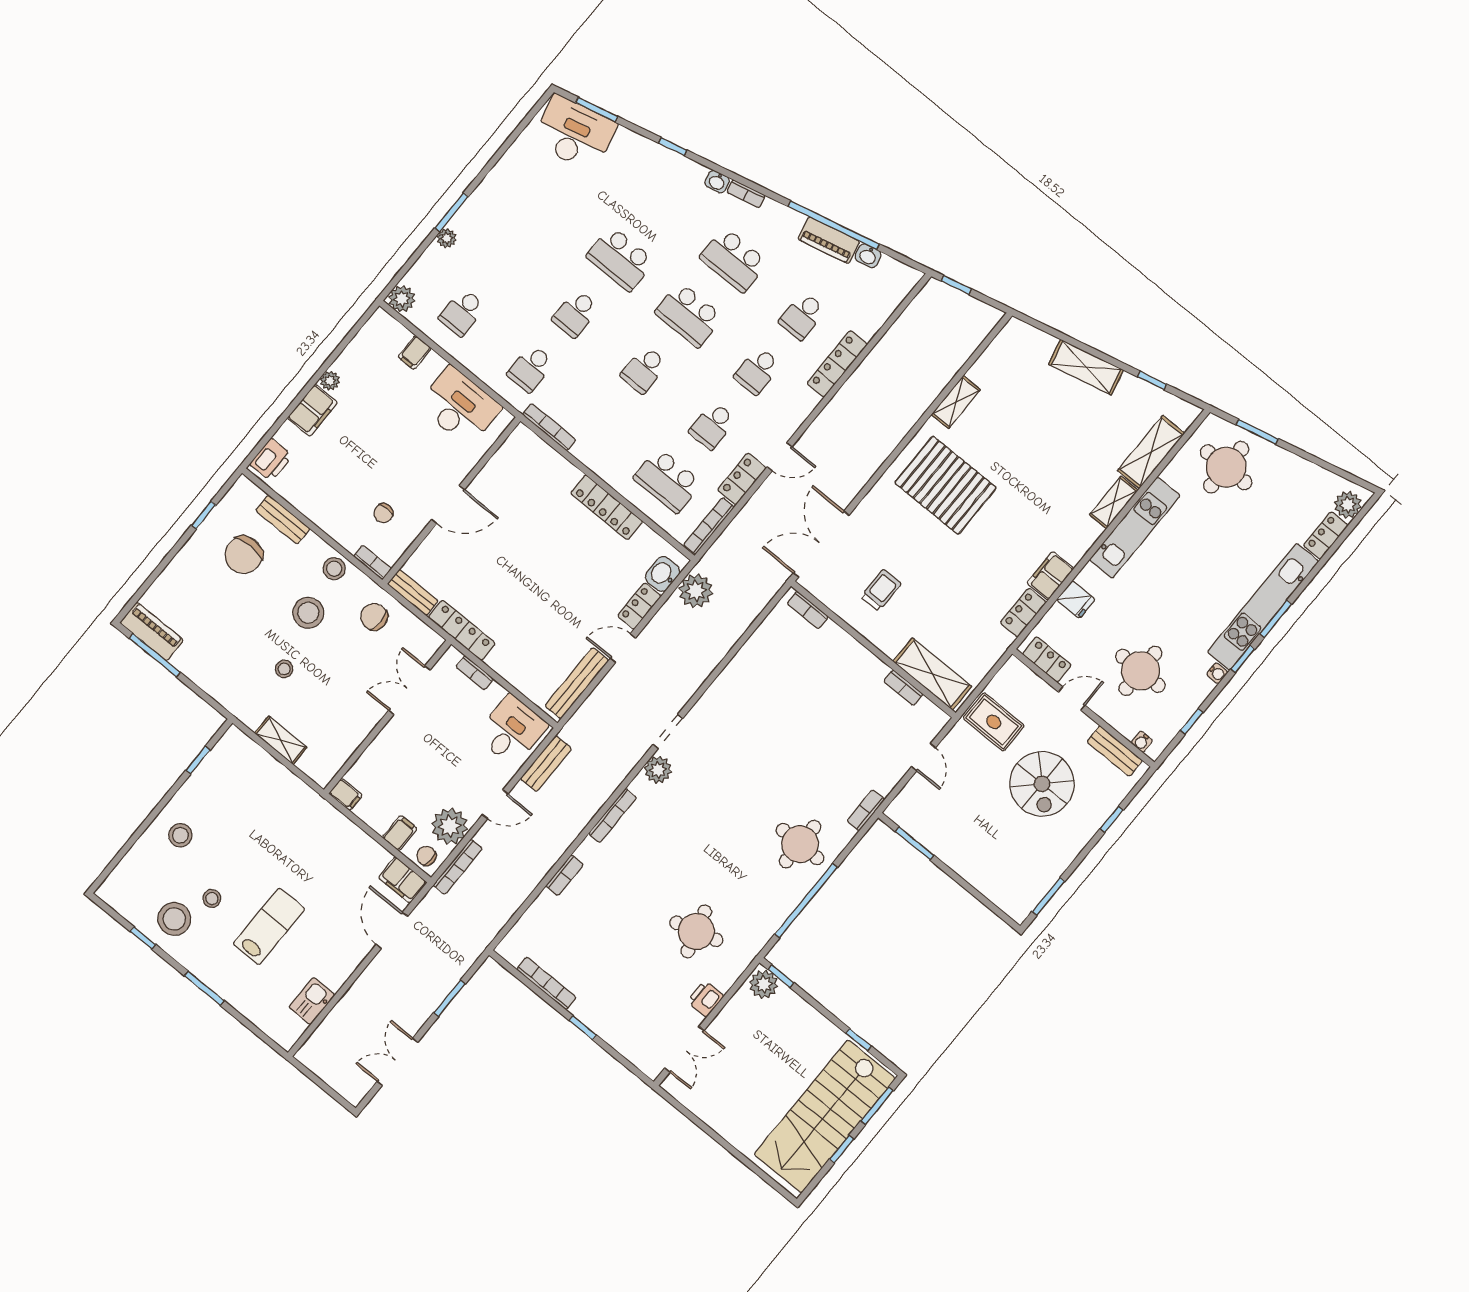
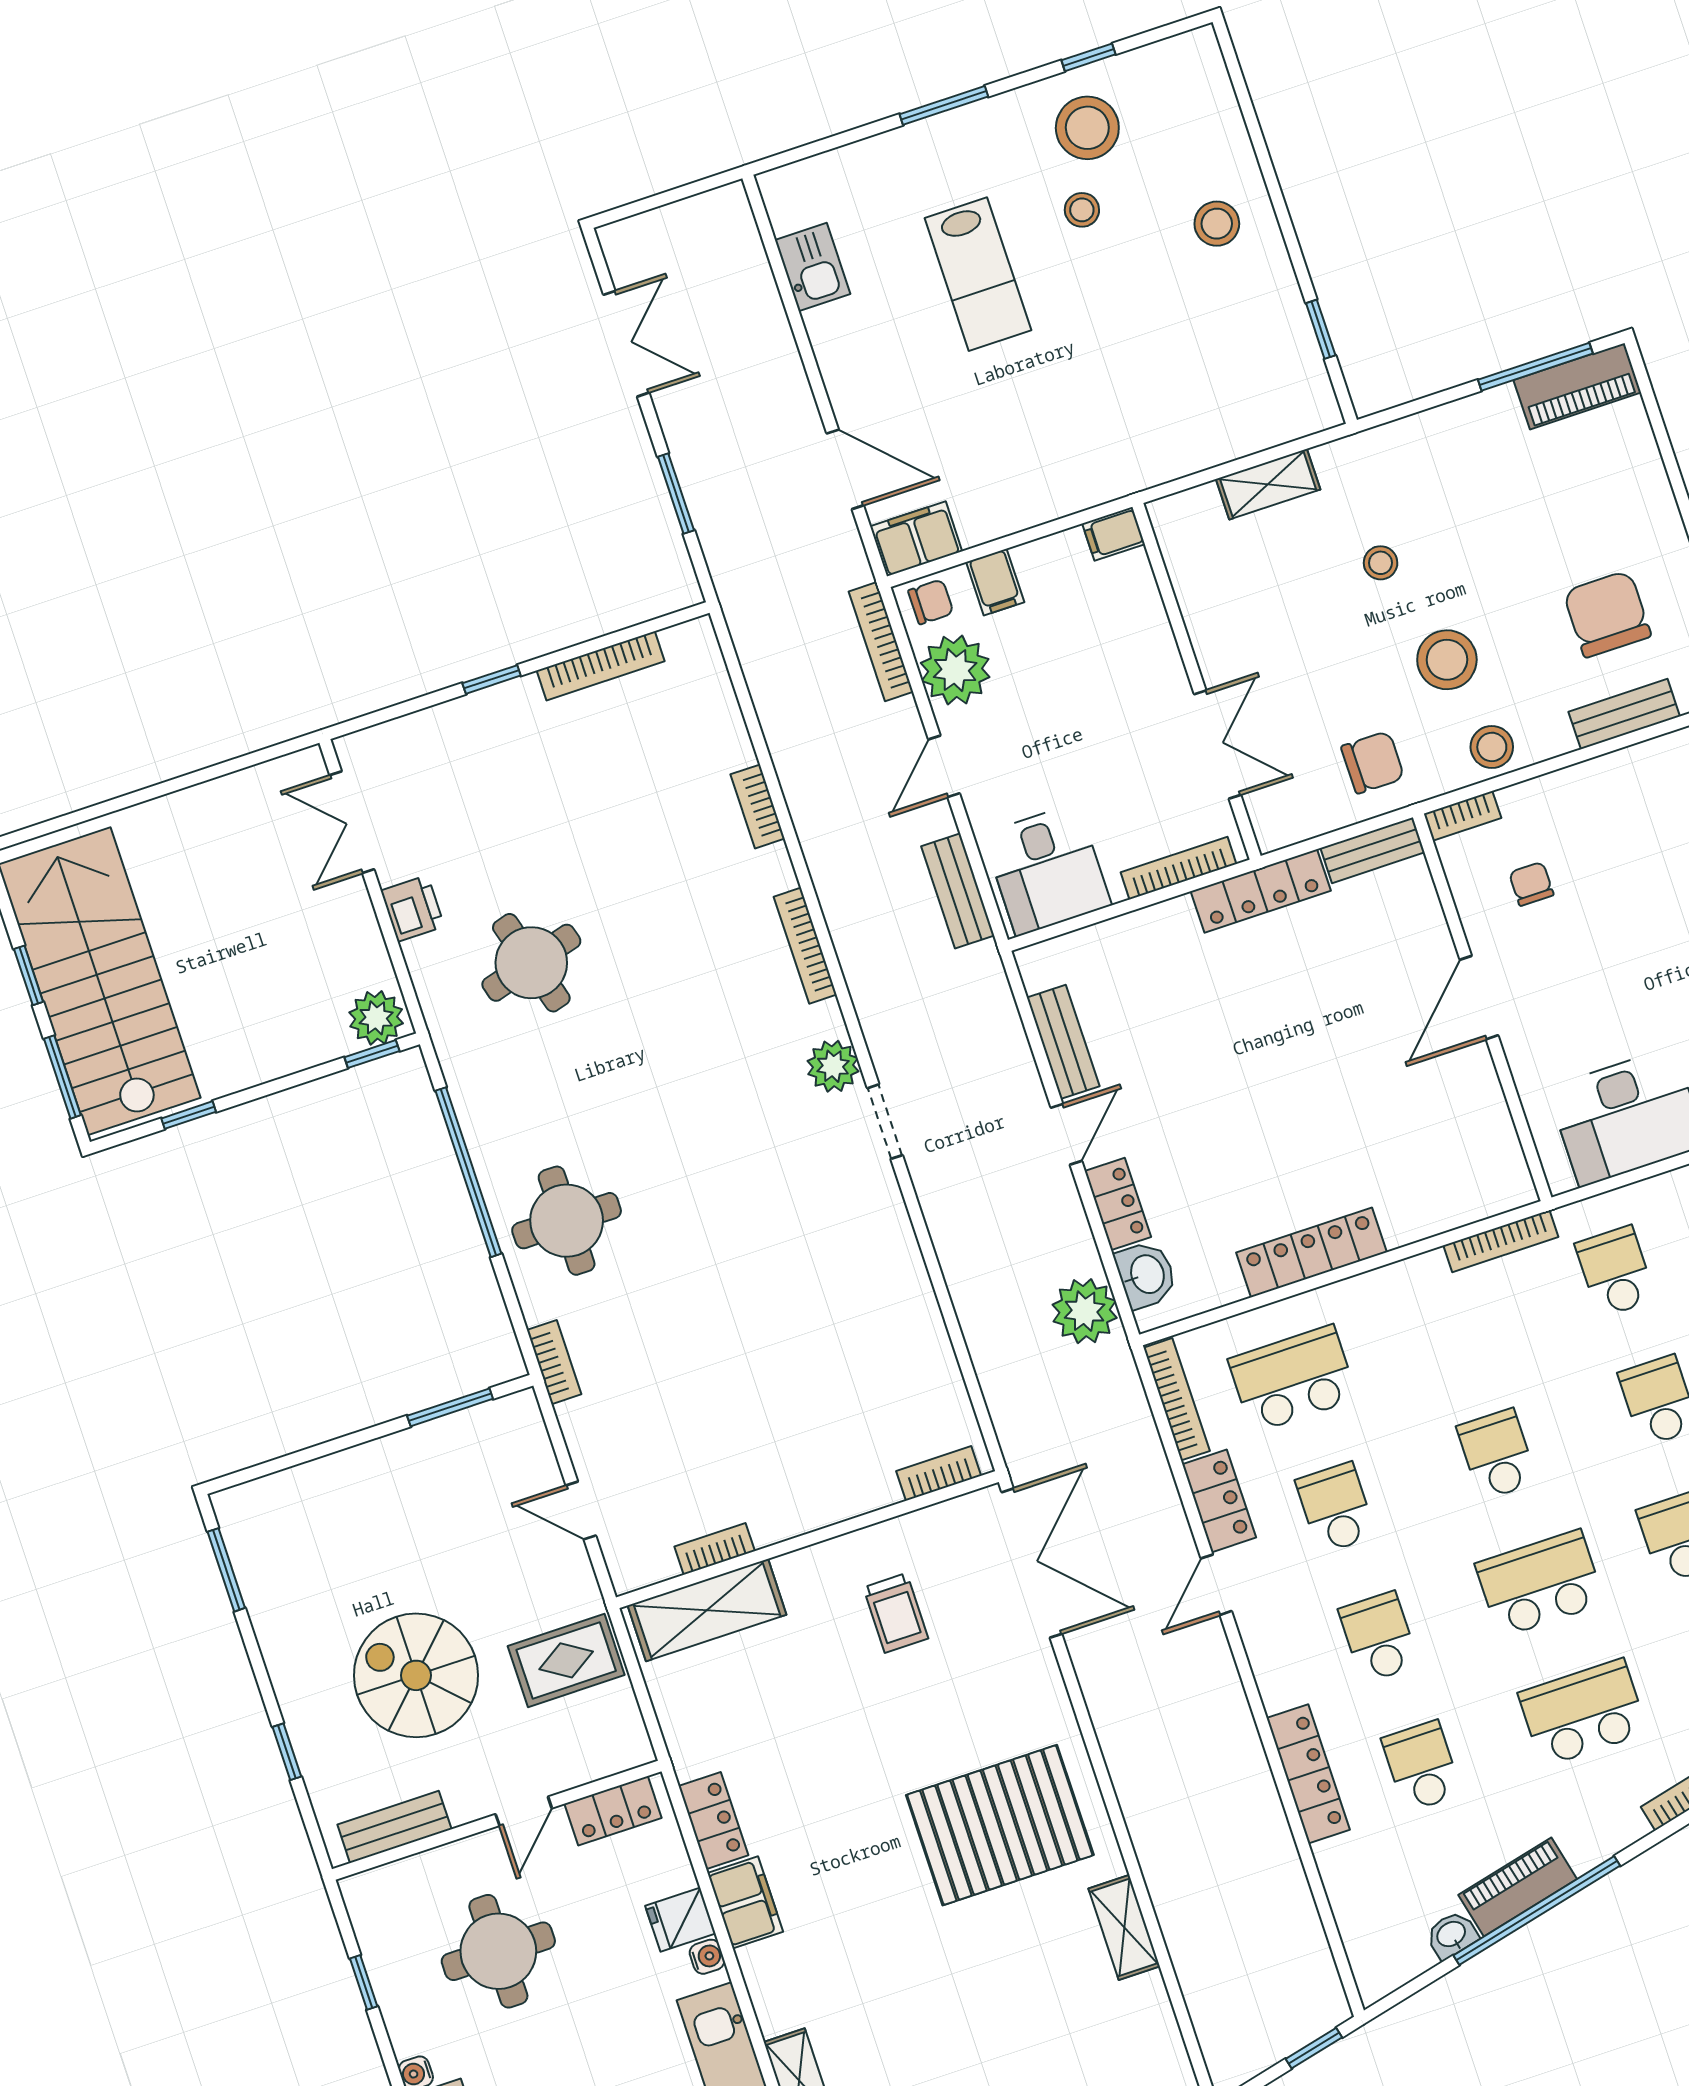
bookcase: (475, 673) -> (1178, 868), width x1.56
bench: (577, 683) -> (1063, 1042), width x0.73
water cooler: (1142, 742) -> (707, 1957), moved, turned 90

